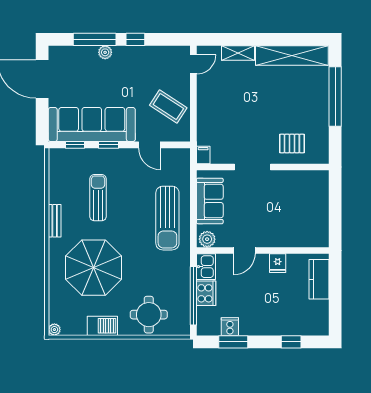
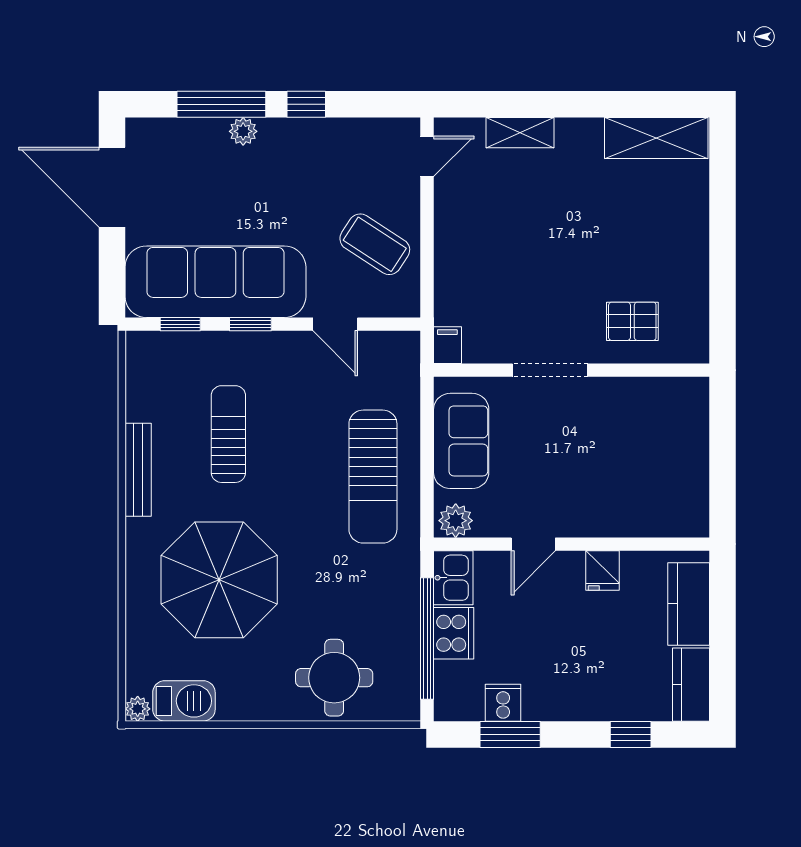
shelving: (292, 56) -> (656, 138), width x0.68
window: (335, 97) -> (722, 223), removed
bench: (55, 221) -> (138, 470), width x1.36
kitchen counter: (320, 318) -> (691, 685), added
barbecue: (102, 326) -> (184, 701), moved

